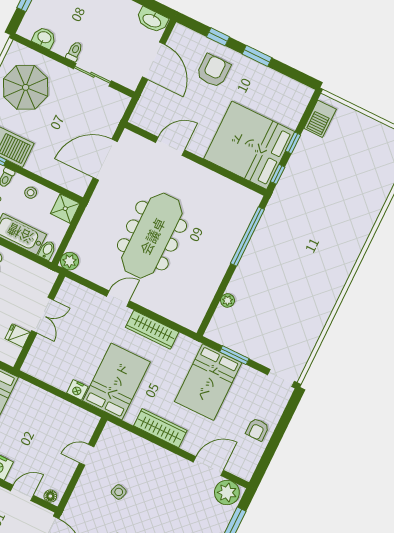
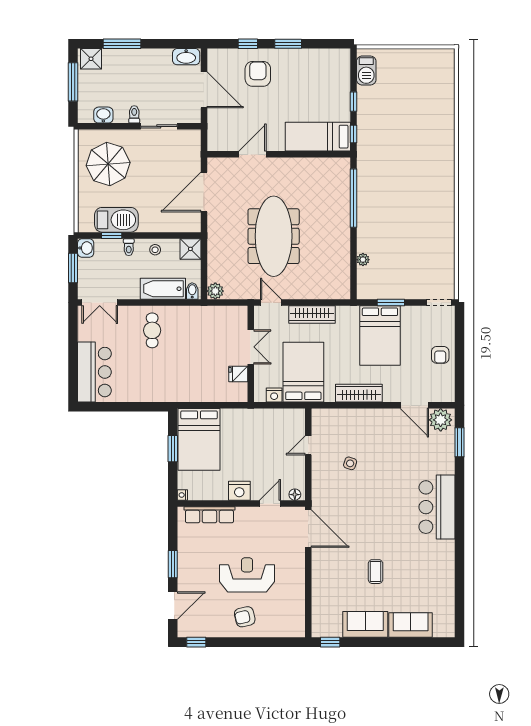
bed: (249, 145) -> (318, 137), width x0.49
door: (118, 299) -> (271, 302), hinge flipped
double door: (43, 315) -> (251, 347), moved
wall: (39, 322) -> (251, 354), moved
fridge: (18, 336) -> (238, 374), moved
door: (208, 466) -> (414, 405), swing flipped

